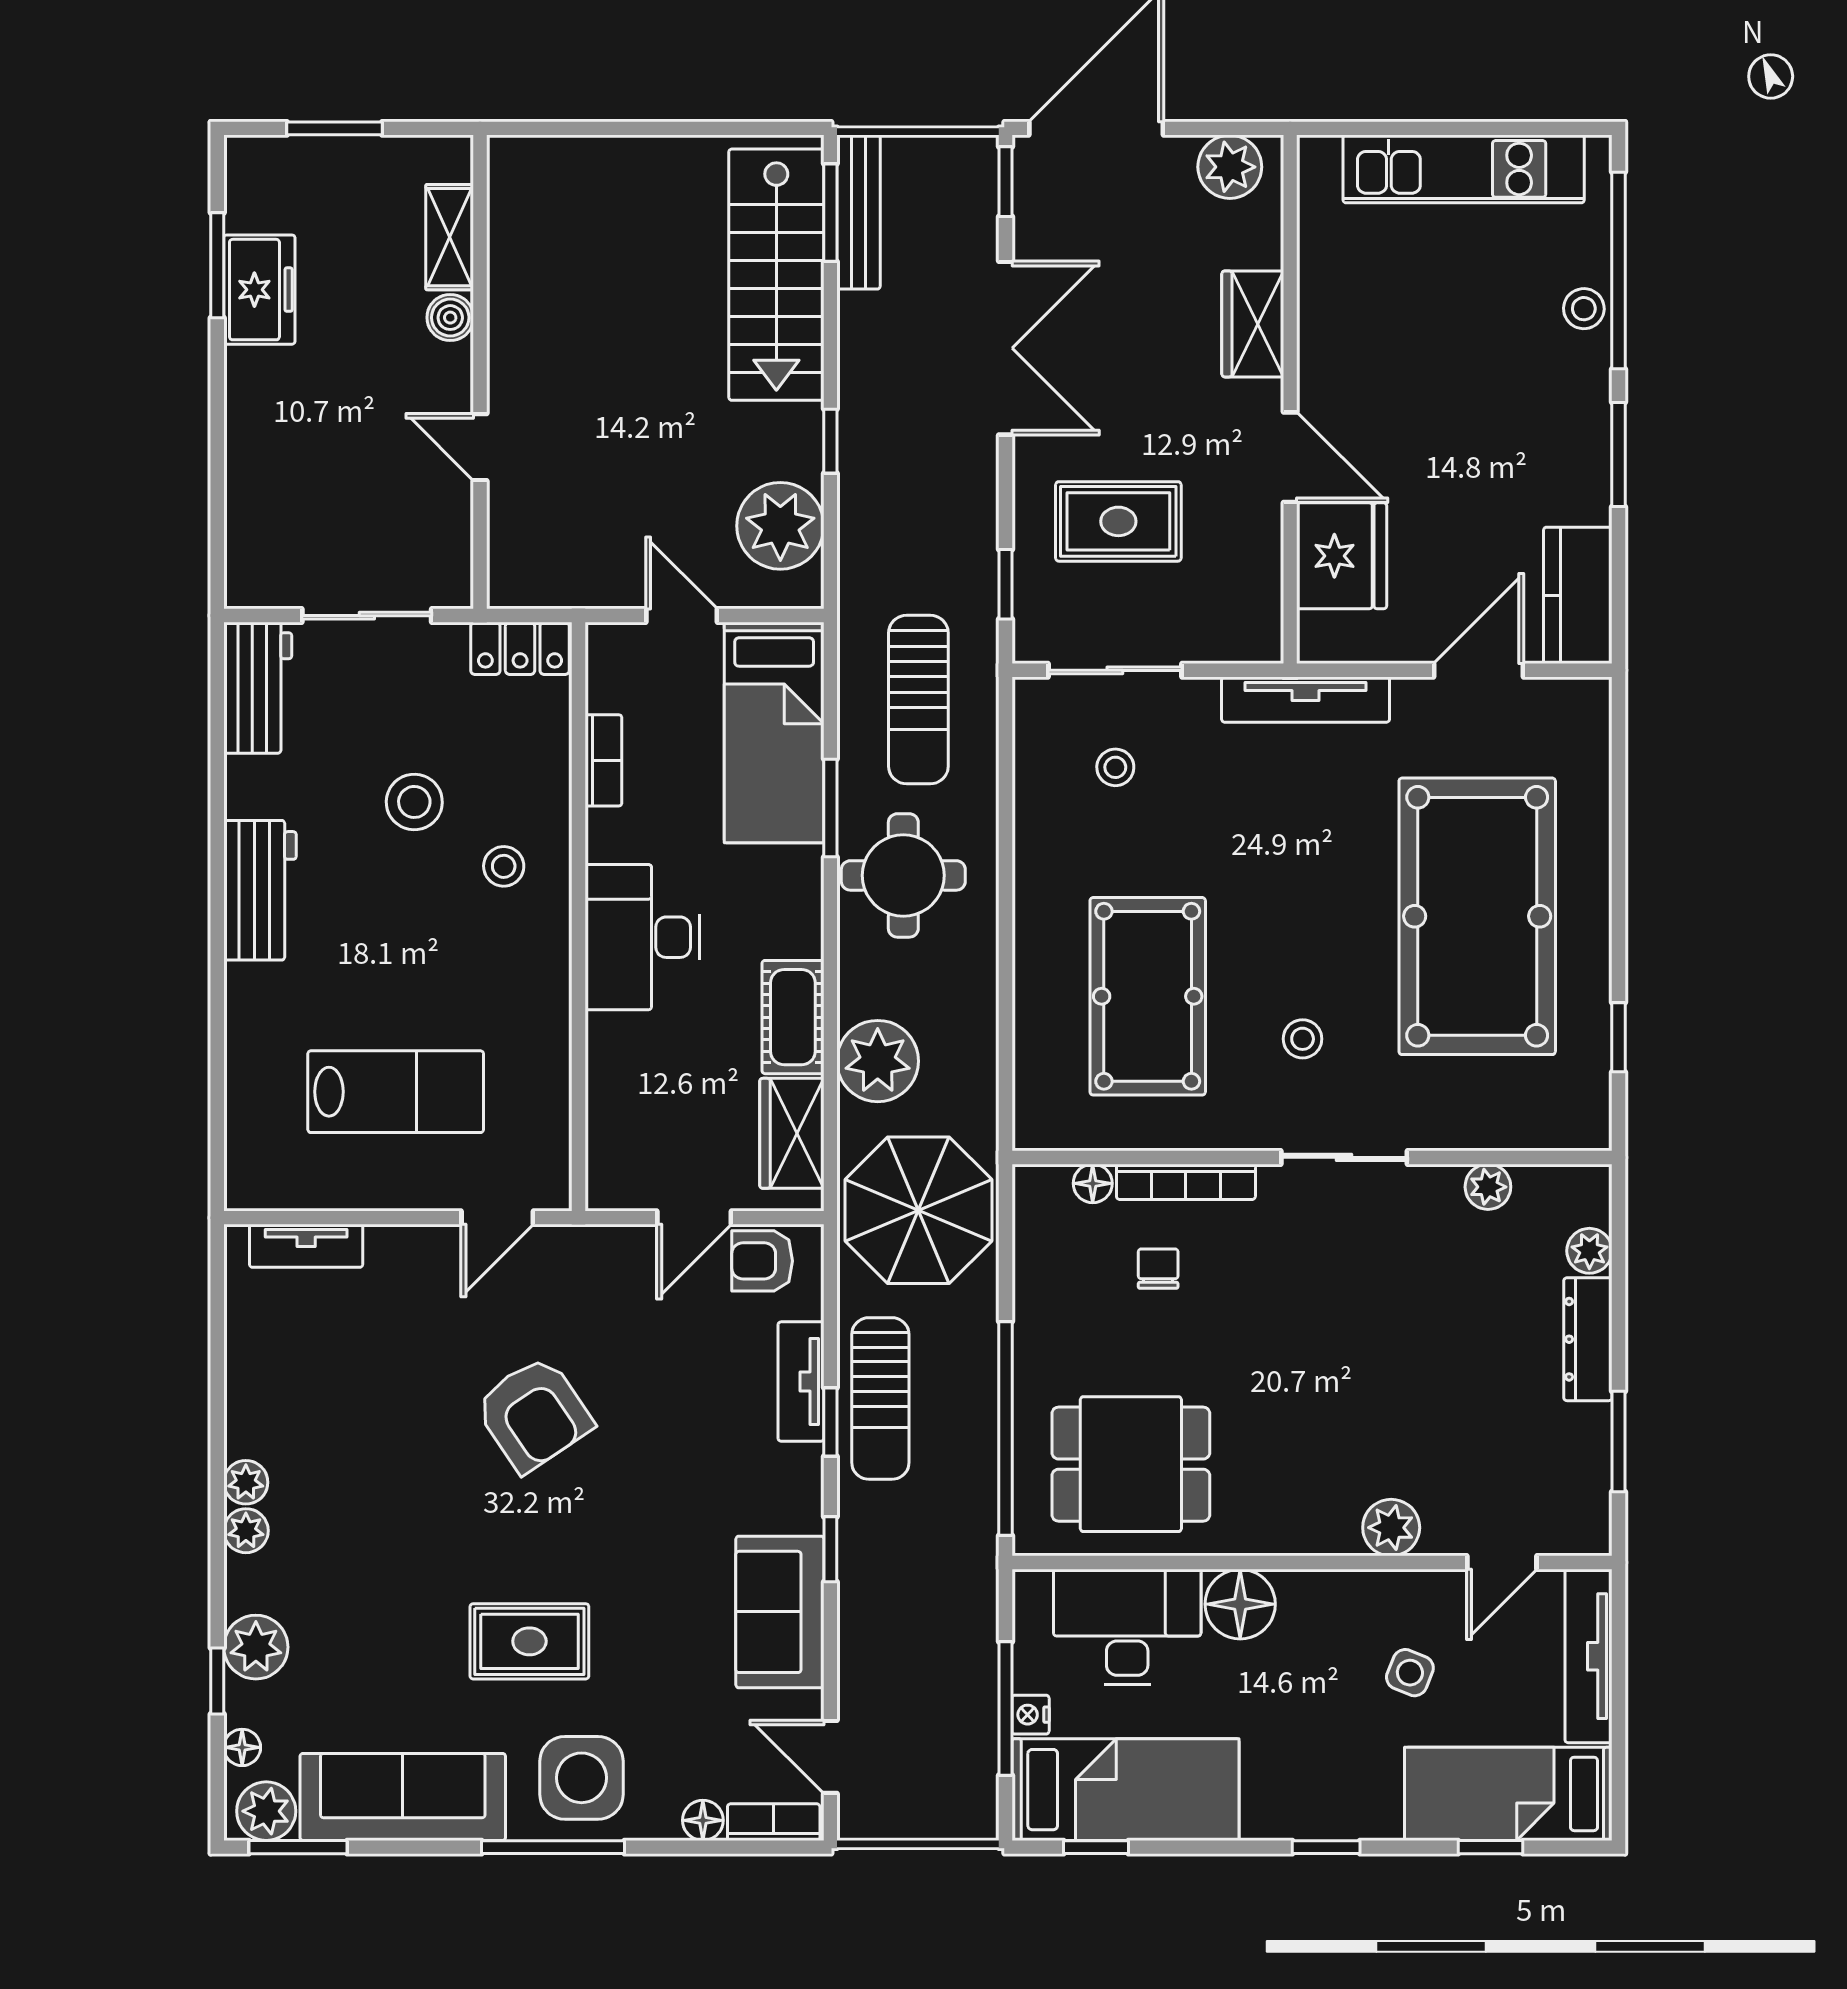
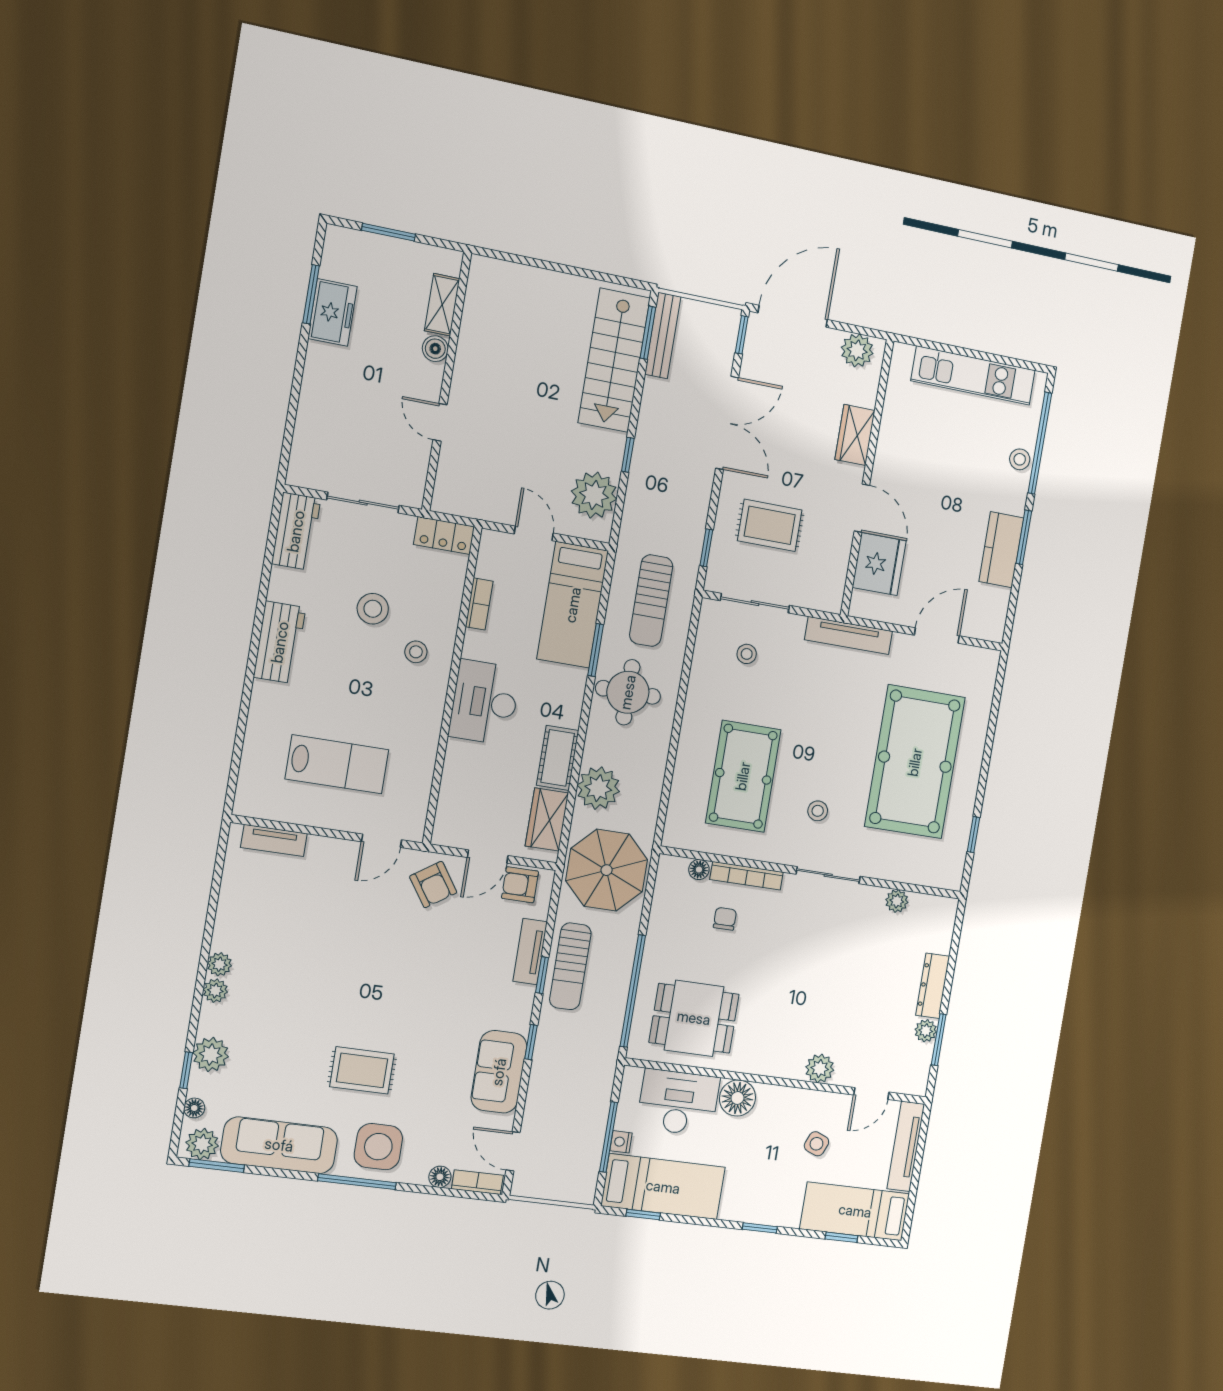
kitchen counter: (1578, 595) -> (1001, 550), moved
plant: (1589, 1251) -> (926, 1031), moved
armchair: (534, 1414) -> (433, 885), moved, width x0.72, depth x0.72

